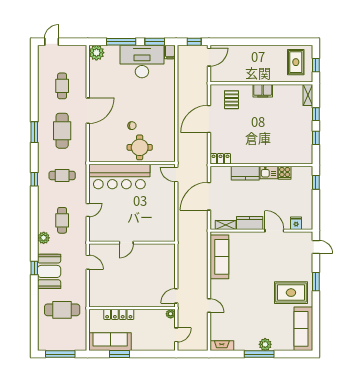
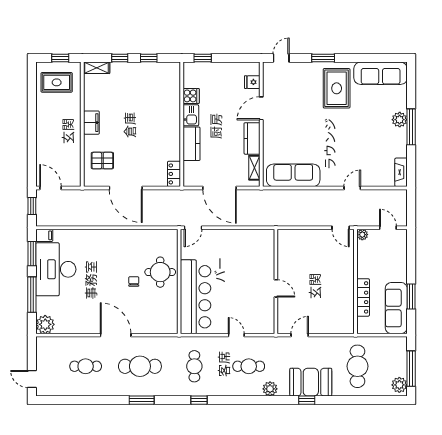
plant: (47, 344) -> (399, 385), added

